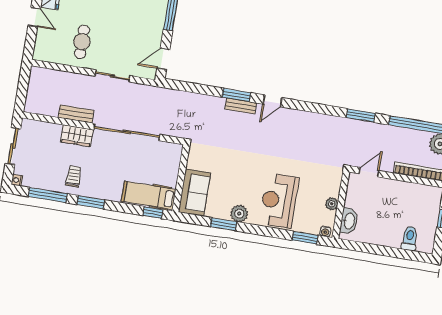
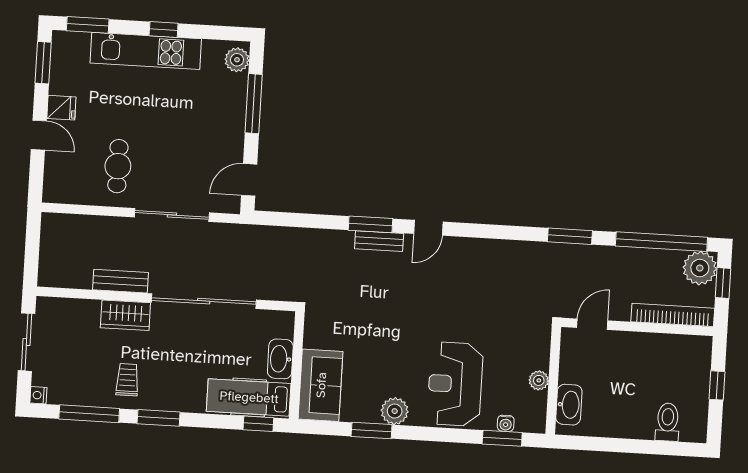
sliding door: (113, 76) -> (172, 215), width x1.37
washbasin: (171, 173) -> (280, 359), added
water cooler: (325, 231) -> (506, 423), moved

